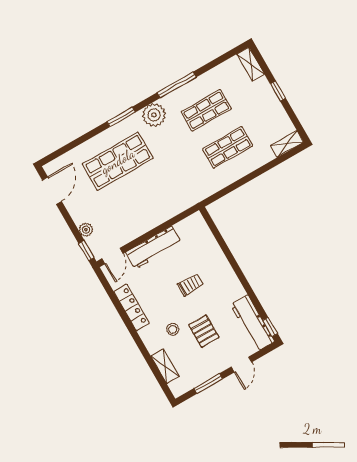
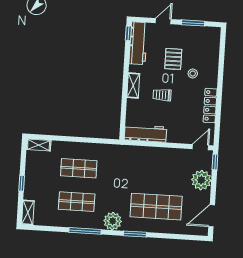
plant: (86, 230) -> (201, 180), width x1.88, depth x1.88
workbench: (153, 248) -> (145, 133), moved
shelving: (165, 366) -> (133, 86), moved

